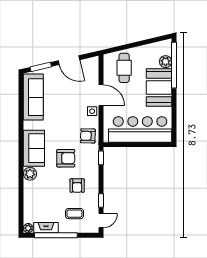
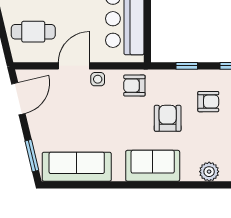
door: (69, 60) -> (18, 99), moved
armchair: (88, 136) -> (134, 86), turned 88
window: (101, 158) -> (187, 66), moved
plant: (30, 174) -> (209, 172), moved

